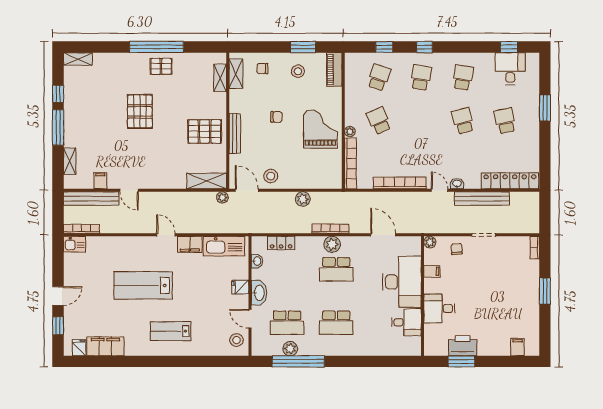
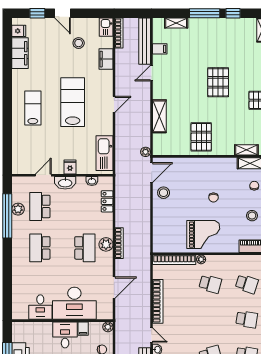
pallet: (140, 111) -> (218, 82), turned 90
school desk: (379, 121) -> (210, 284), turned 39
bench: (235, 133) -> (200, 162), removed
shelving: (207, 181) -> (159, 116), moved
door: (440, 190) -> (152, 335), hinge flipped
plant: (303, 199) -> (144, 220), removed
filing cabinet: (190, 244) -> (106, 59), moved
school desk: (336, 269) -> (85, 248), turned 180
lab bench: (143, 285) -> (73, 102), moved
desk: (439, 308) -> (65, 335), moved
stool: (237, 340) -> (79, 43), moved

